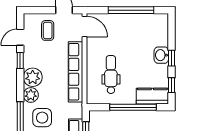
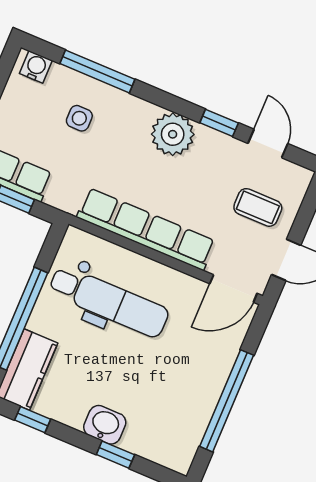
window: (172, 58) -> (115, 455), moved
dental chair: (111, 75) -> (109, 301), width x1.36, depth x1.38
plant: (31, 95) -> (137, 114), removed
side table: (42, 118) -> (79, 118), width x0.54, depth x0.54

